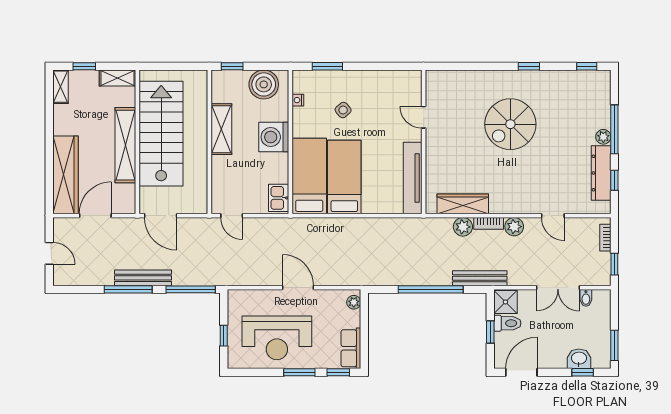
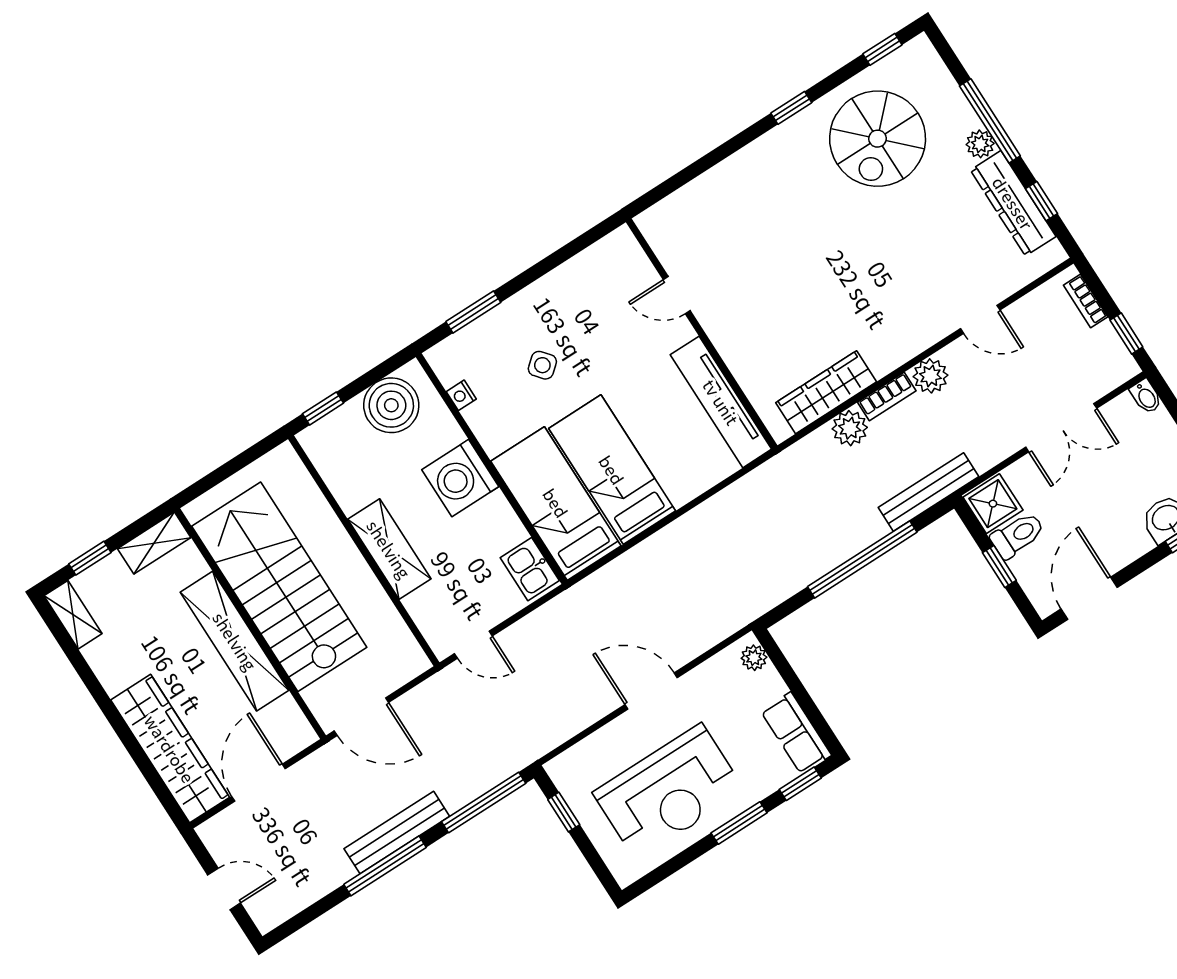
spiral stairs: (510, 124) -> (878, 139), moved
shelving: (221, 129) -> (389, 549), moved
bidet: (586, 298) -> (1146, 396), moved
window: (224, 336) -> (564, 812), moved

